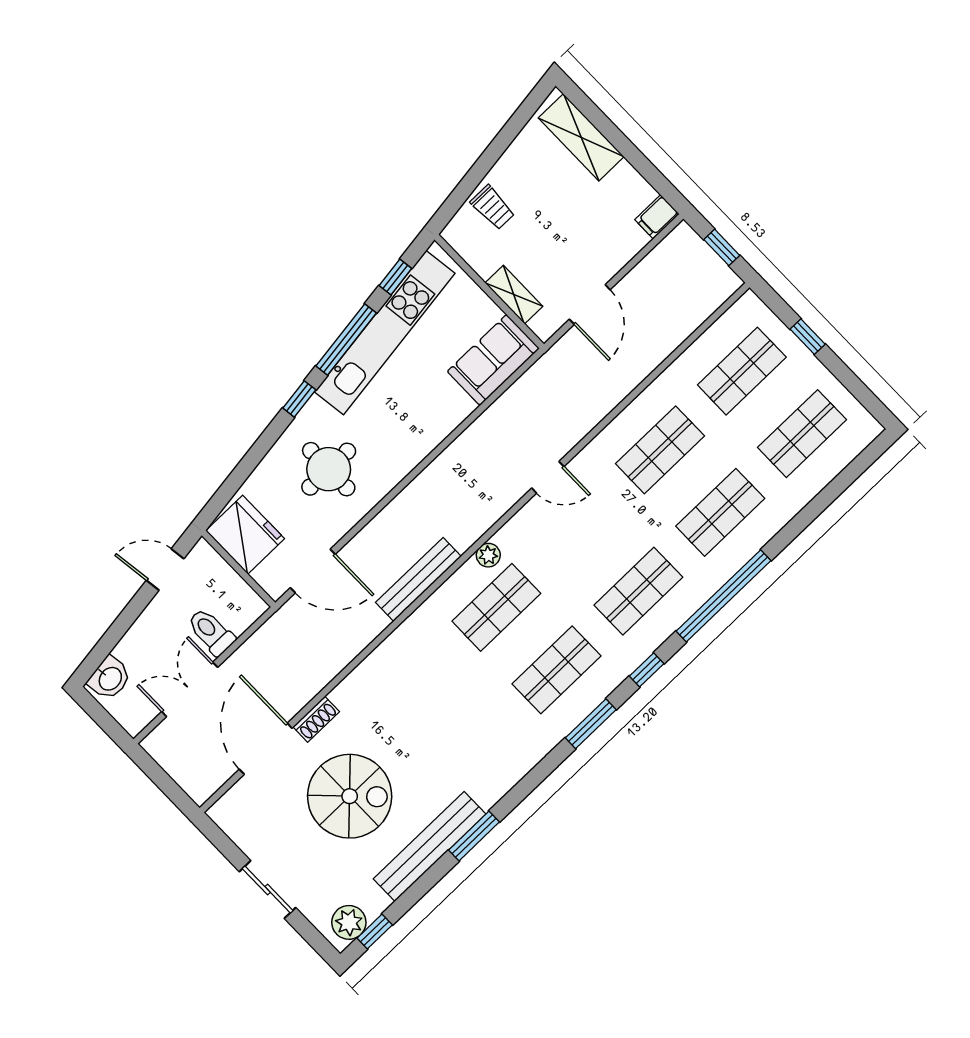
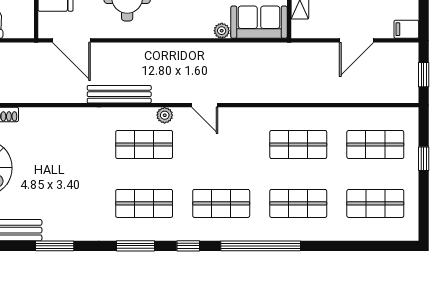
door: (590, 304) -> (356, 40), moved
plant: (462, 407) -> (222, 31), added
door: (548, 477) -> (205, 105), moved
window: (474, 836) -> (55, 246), moved

